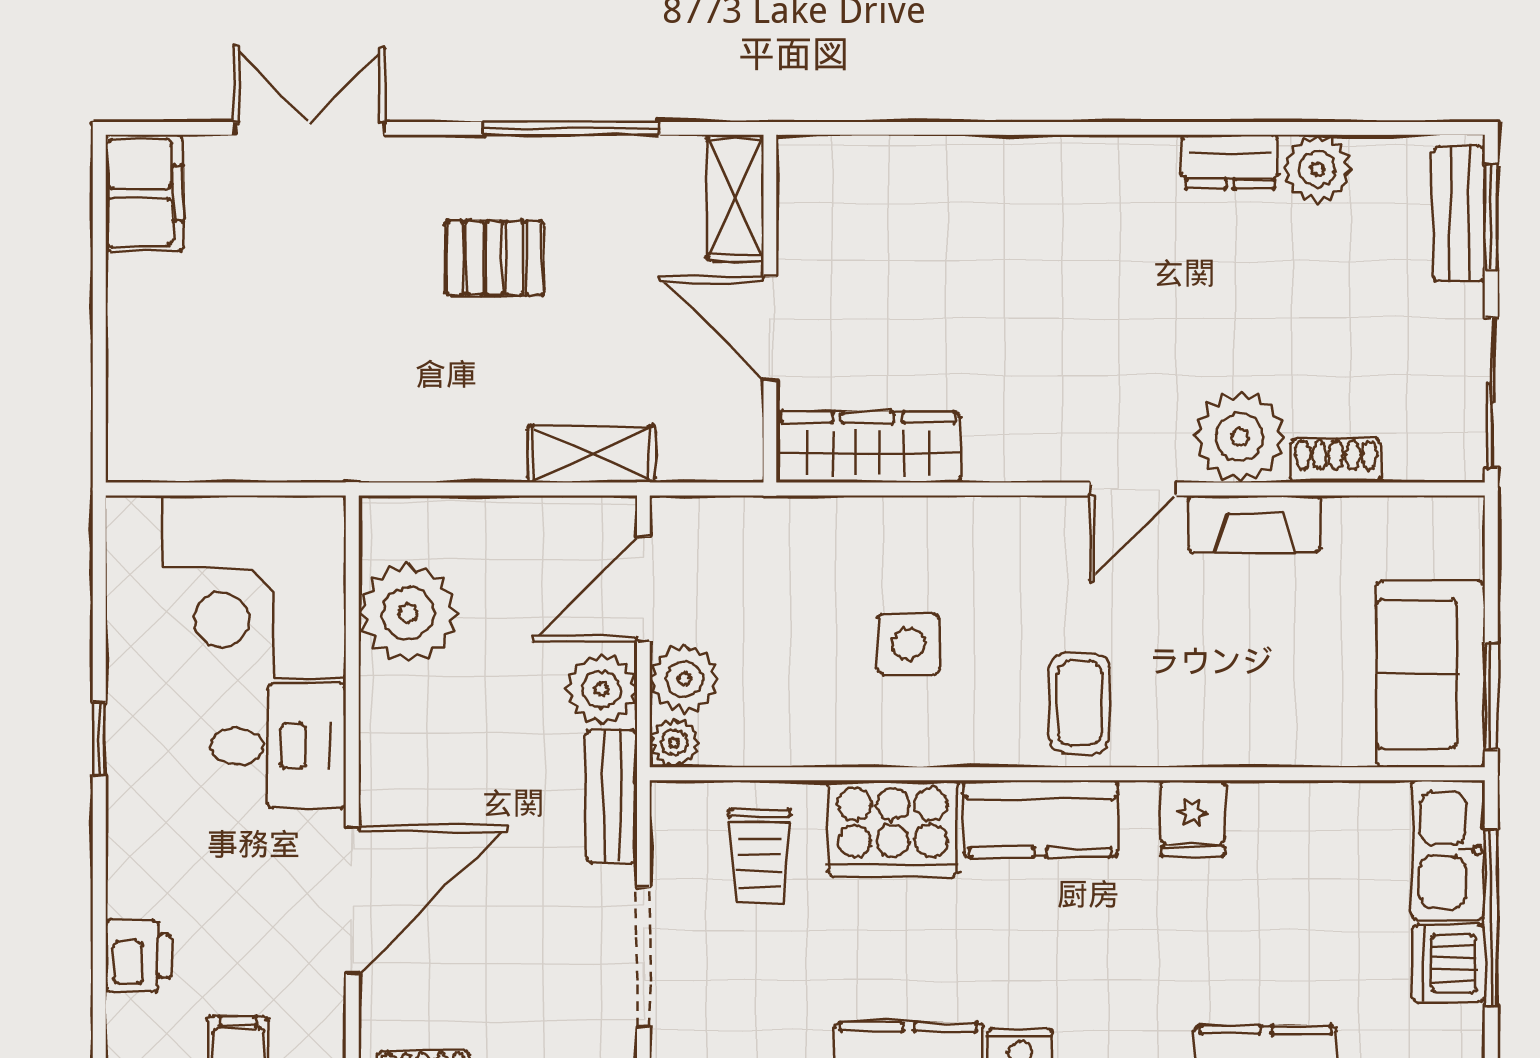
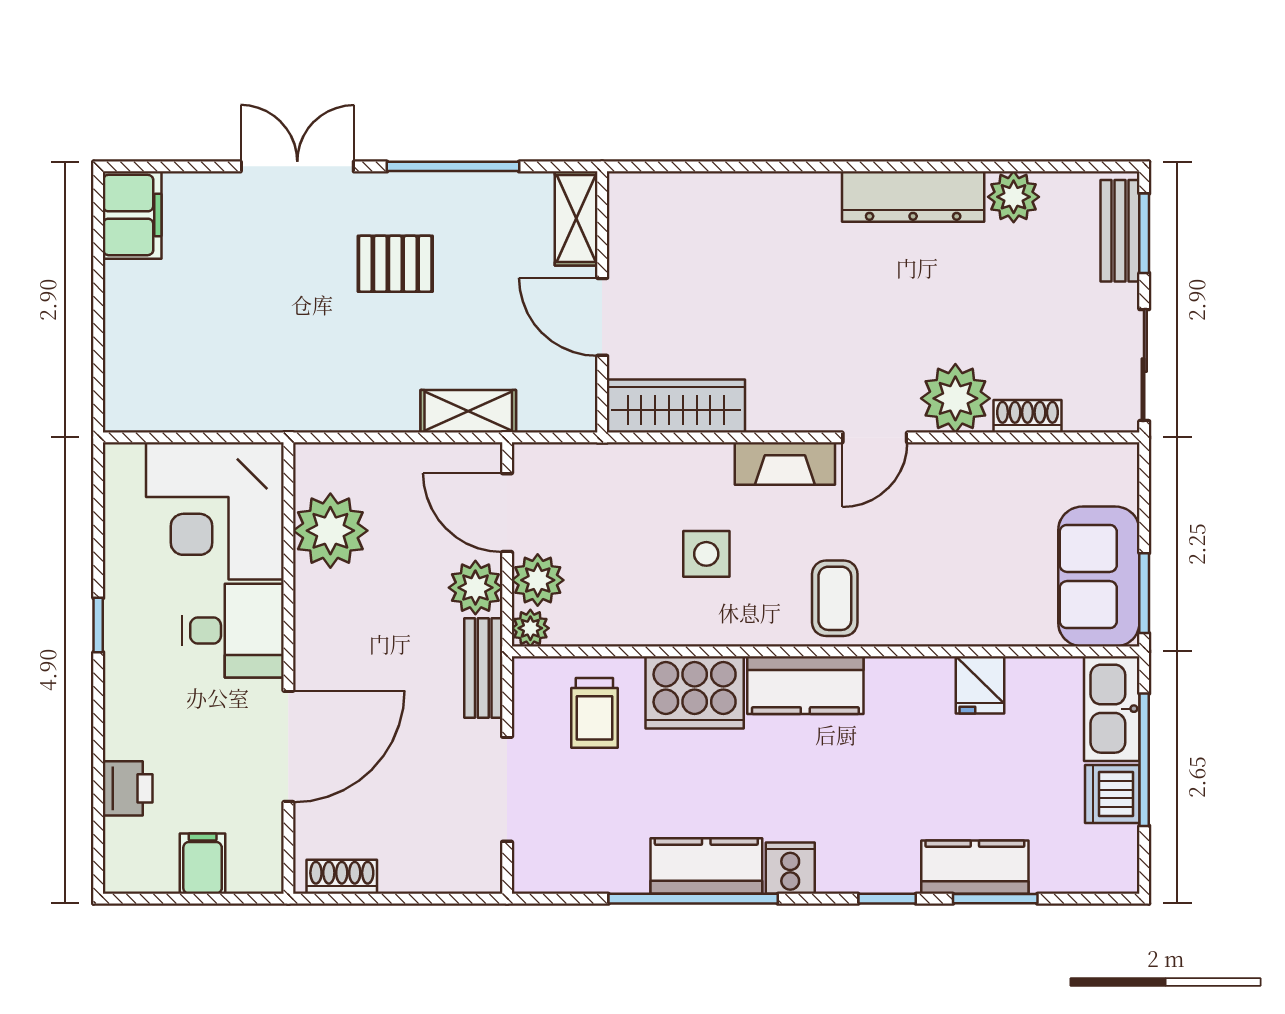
double door: (309, 128) -> (297, 166), moved
dresser: (1230, 162) -> (913, 197), width x1.96, depth x1.24
fireplace: (1255, 524) -> (785, 464), moved
door: (643, 589) -> (507, 513), hinge flipped
fridge: (1193, 818) -> (980, 685), moved

